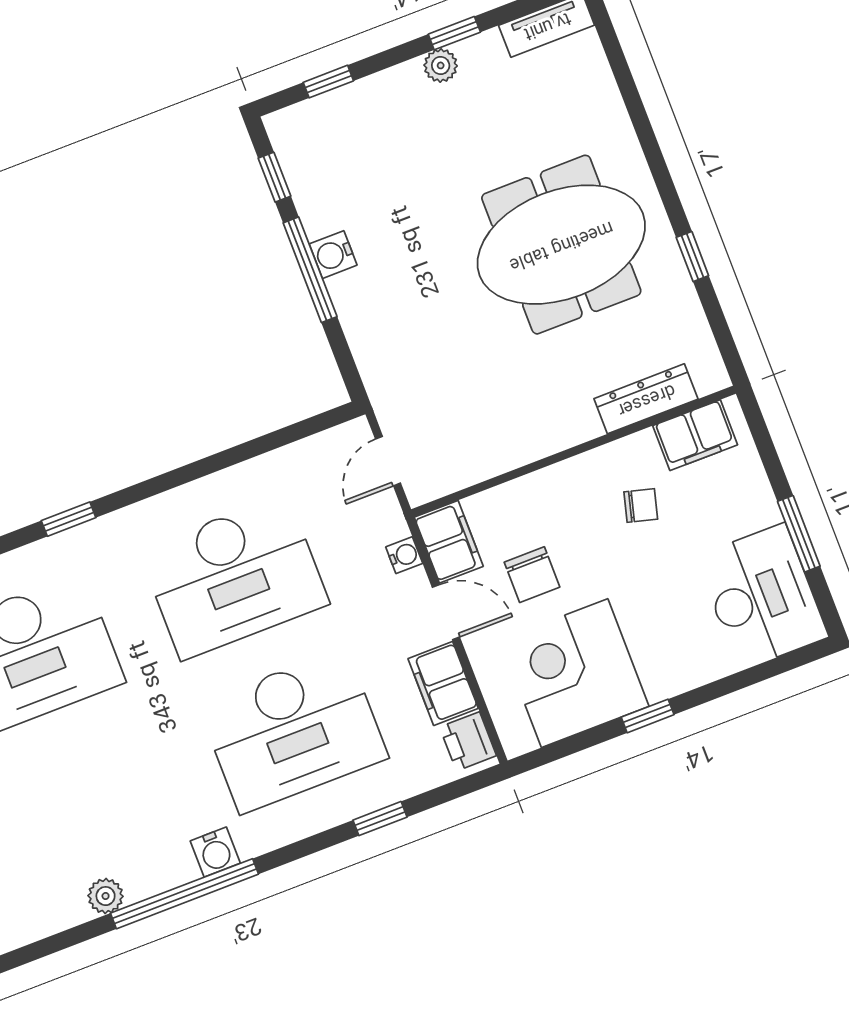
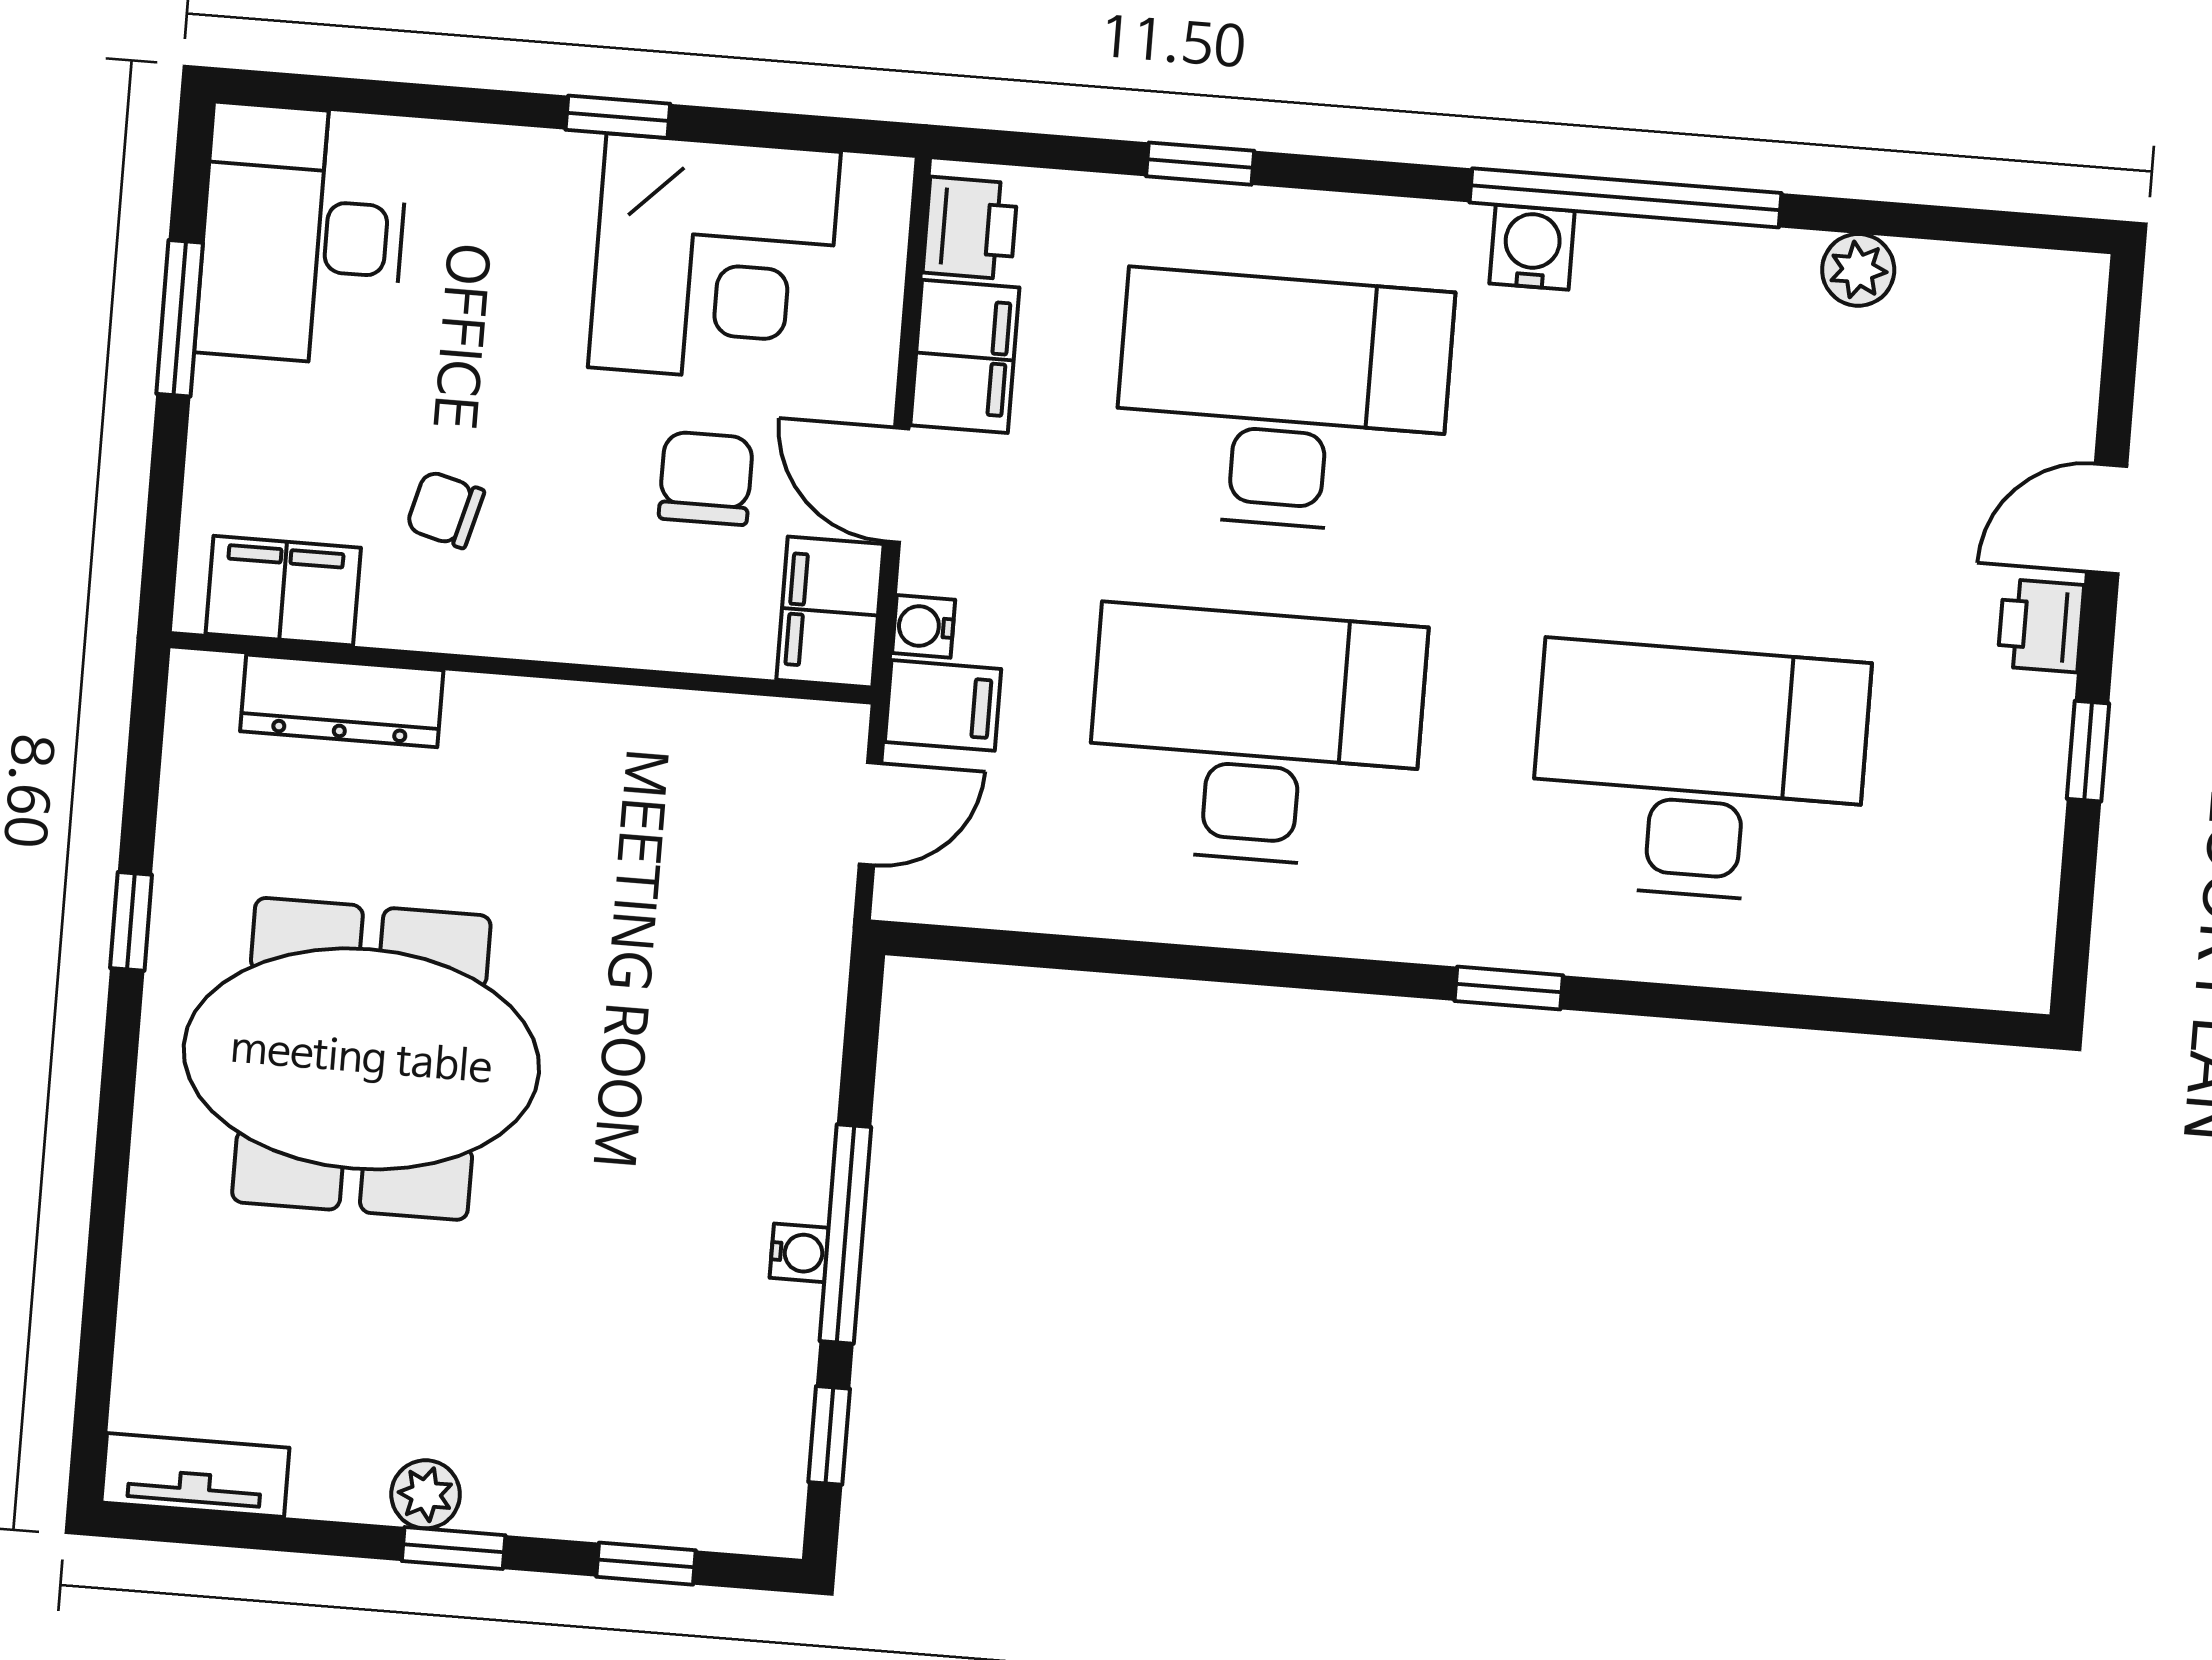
window: (454, 33) -> (454, 1548), moved
water cooler: (333, 255) -> (799, 1253), width x0.72, depth x0.72
filing cabinet: (379, 524) -> (943, 705), added
plant: (106, 896) -> (1858, 270), moved

